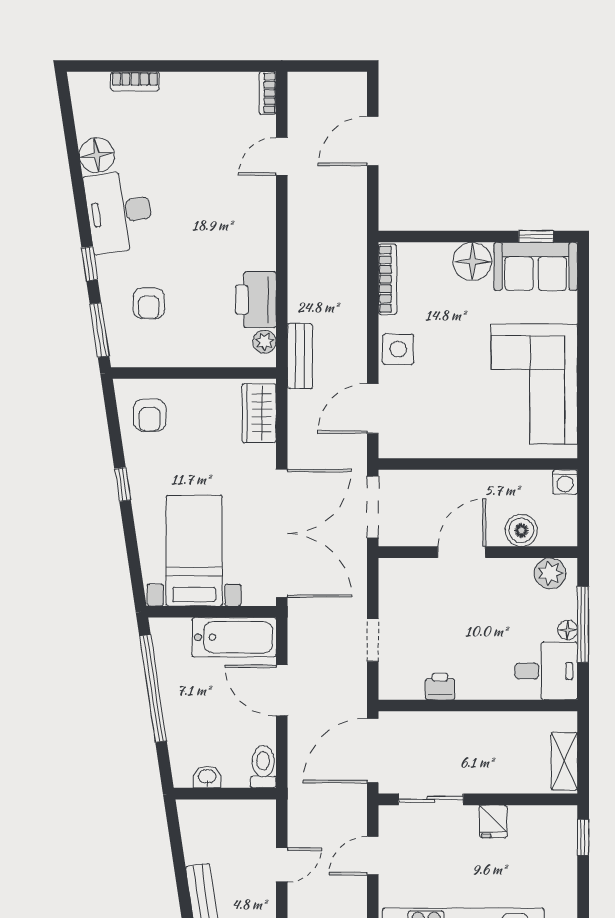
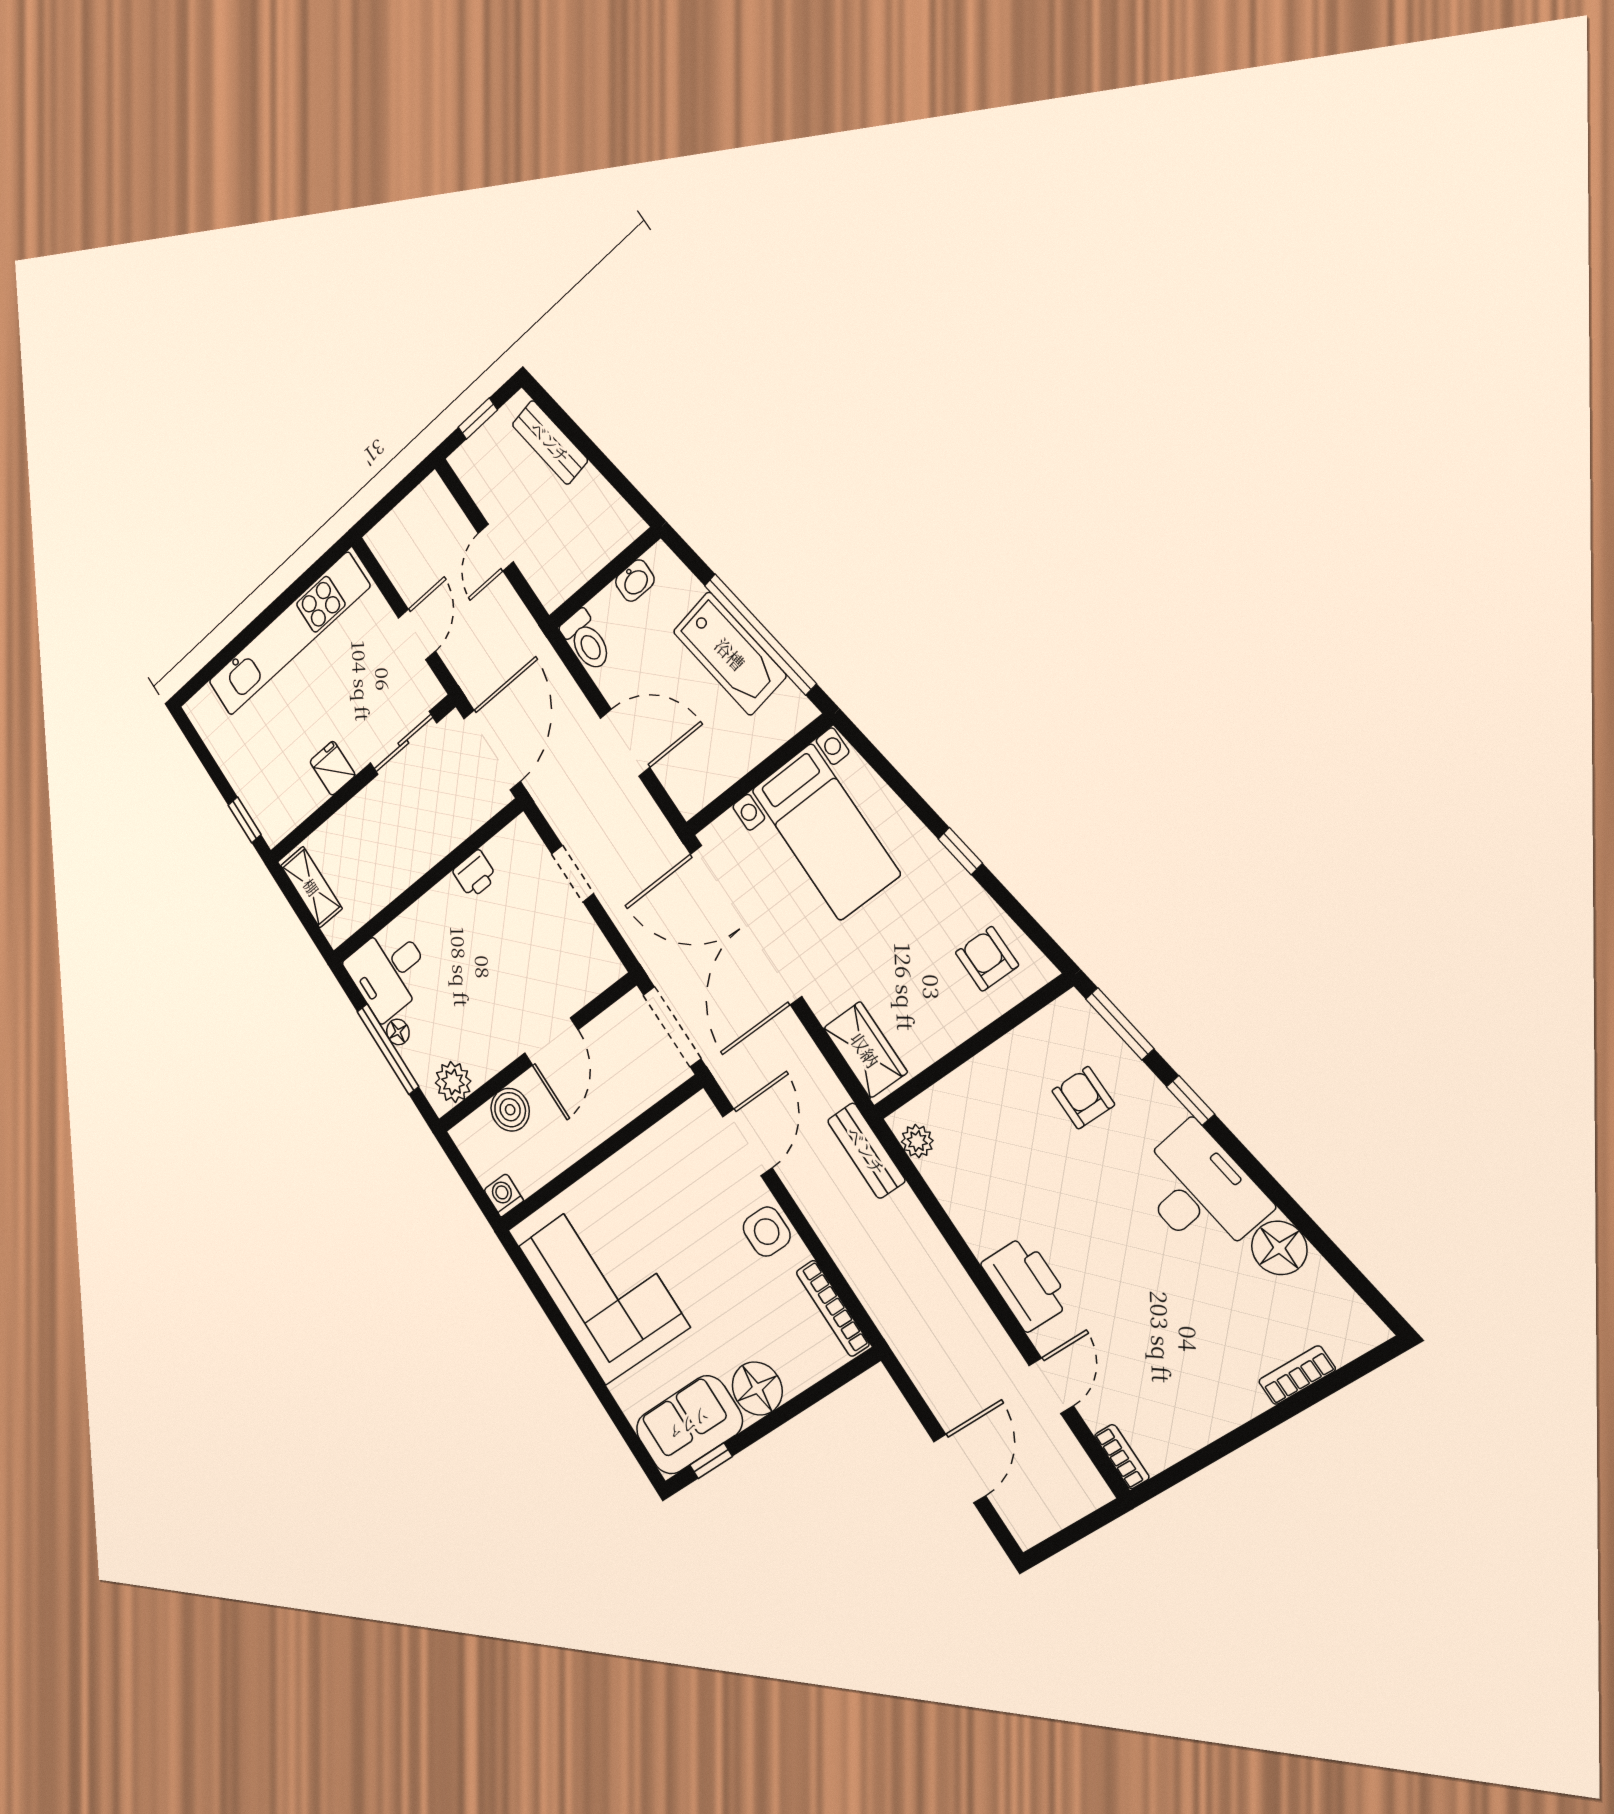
printer: (256, 300) -> (1026, 1284), moved
bathtub: (234, 637) -> (730, 654), moved, turned -98

